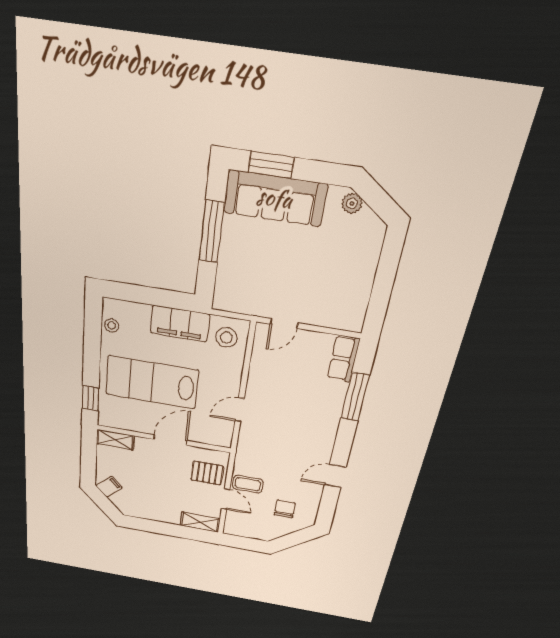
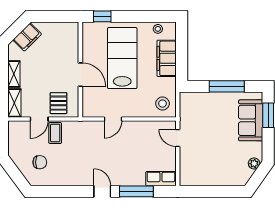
sofa: (275, 198) -> (251, 120), width x0.73
filing cabinet: (180, 324) -> (167, 58), moved
door: (240, 410) -> (113, 119), swing flipped
shelving: (115, 440) -> (14, 74), moved
door: (335, 476) -> (102, 191), moved
filing cabinet: (109, 487) -> (27, 37), width x2.00

